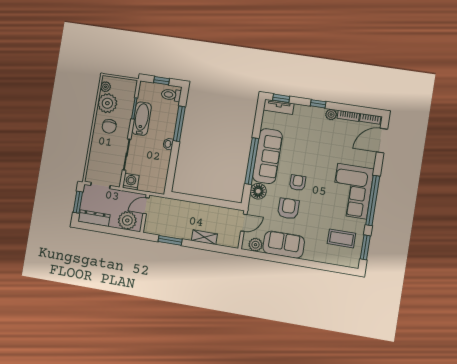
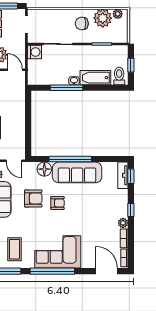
bathtub: (142, 119) -> (95, 78), moved, turned 180
window: (179, 124) -> (67, 88), moved

